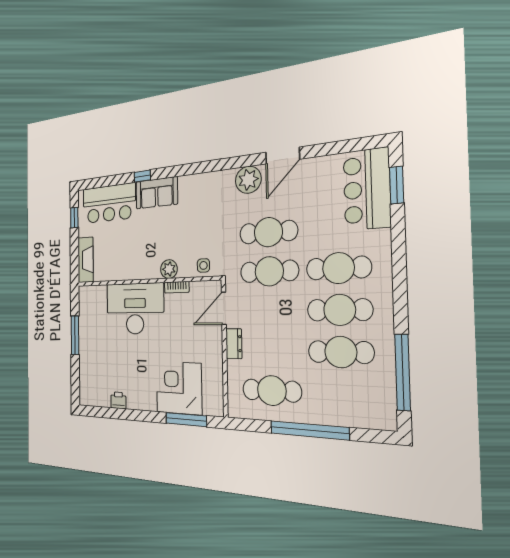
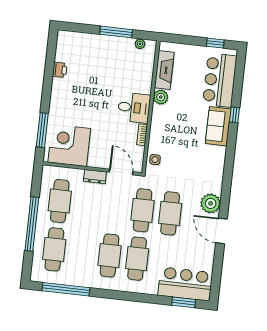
fireplace: (86, 260) -> (164, 70), moved, turned -90
plant: (169, 269) -> (161, 97), moved
plant: (83, 305) -> (140, 44), added
desk: (135, 309) -> (134, 108), width x0.53, depth x0.77
cafe table: (341, 352) -> (54, 249), moved
corner desk: (179, 388) -> (69, 145), moved, turned -90

